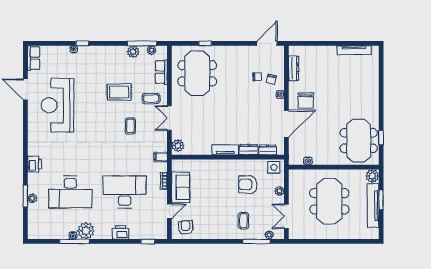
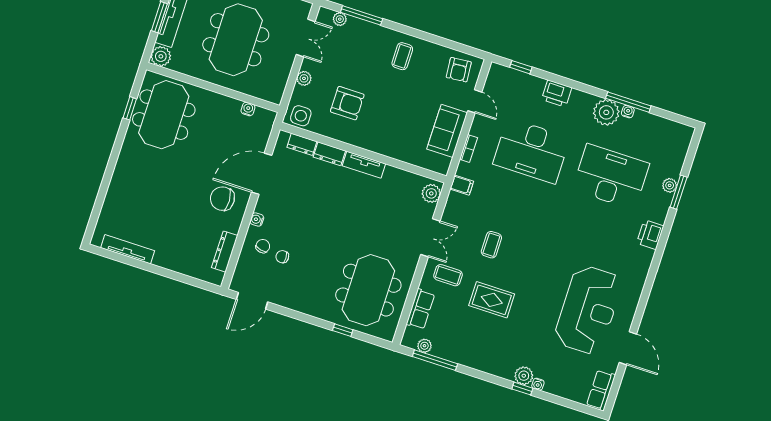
plant: (133, 52) -> (524, 376), moved
chair: (306, 100) -> (222, 199), turned -93
door: (169, 211) -> (475, 101), swing flipped
coffee table: (243, 221) -> (402, 56), moved

